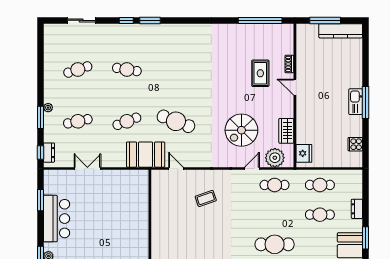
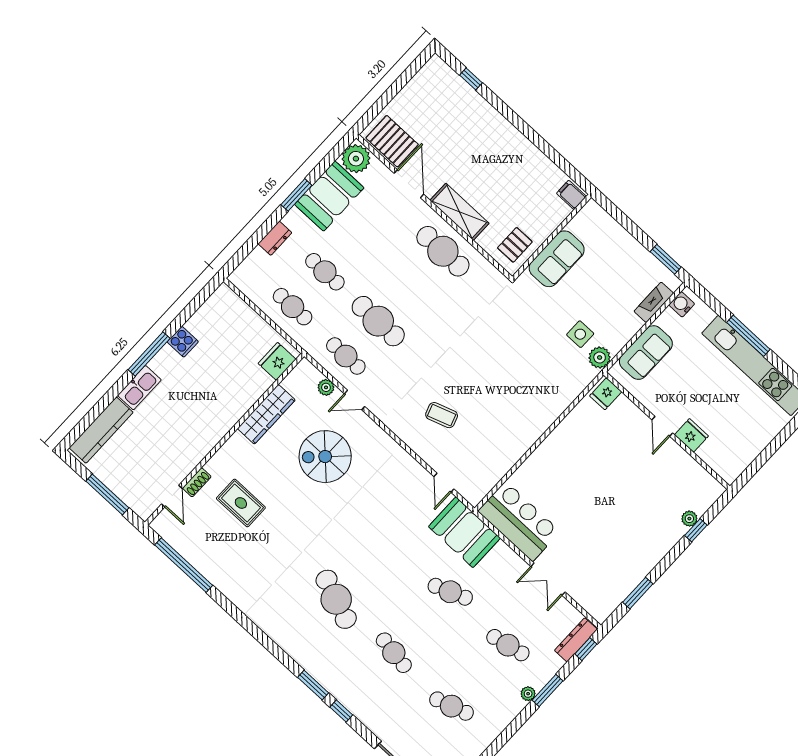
kitchen counter: (341, 31) -> (101, 430), moved, turned 90
rug: (260, 73) -> (241, 503), turned 90
door: (295, 87) -> (172, 496), moved
kitchen sink: (356, 102) -> (139, 388), moved
cafe table: (176, 121) -> (336, 599), moved
spiral stairs: (241, 130) -> (325, 457), turned 180
wardrobe: (286, 131) -> (266, 414), width x1.50
cooker: (355, 144) -> (183, 342), moved
dresser: (49, 153) -> (576, 640), width x1.44
plant: (275, 158) -> (326, 387), width x0.53, depth x0.53
bar counter: (57, 219) -> (519, 521), moved, turned 90
cafe table: (275, 244) -> (378, 321), moved

